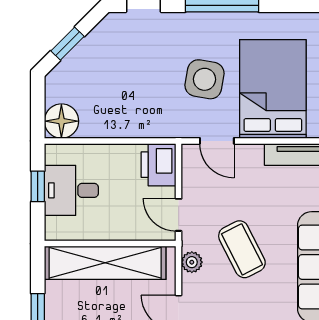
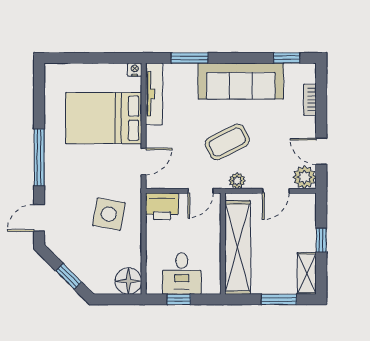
side table: (204, 79) -> (109, 214), moved

